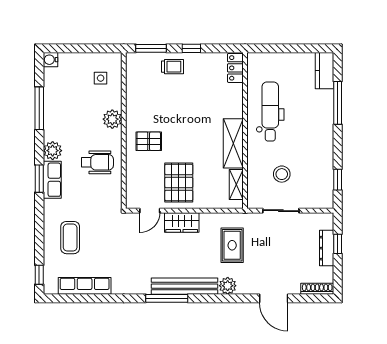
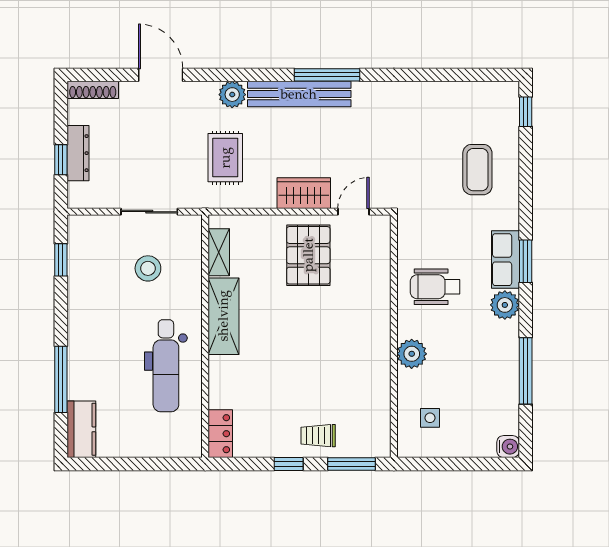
pallet: (149, 141) -> (355, 320), removed
row of seats: (85, 286) -> (455, 94), removed

